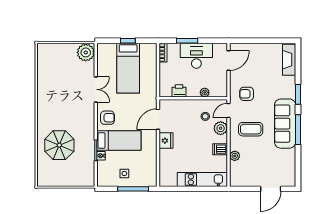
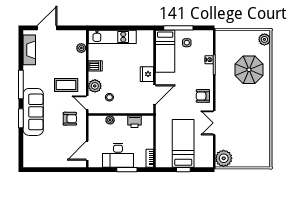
fireplace: (289, 60) -> (29, 50), moved
door: (229, 111) -> (87, 103), swing flipped
sofa: (285, 124) -> (33, 112), moved
bed: (119, 141) -> (165, 51), moved, turned -90
plant: (235, 156) -> (81, 48), moved
plant: (43, 177) -> (264, 39), added

